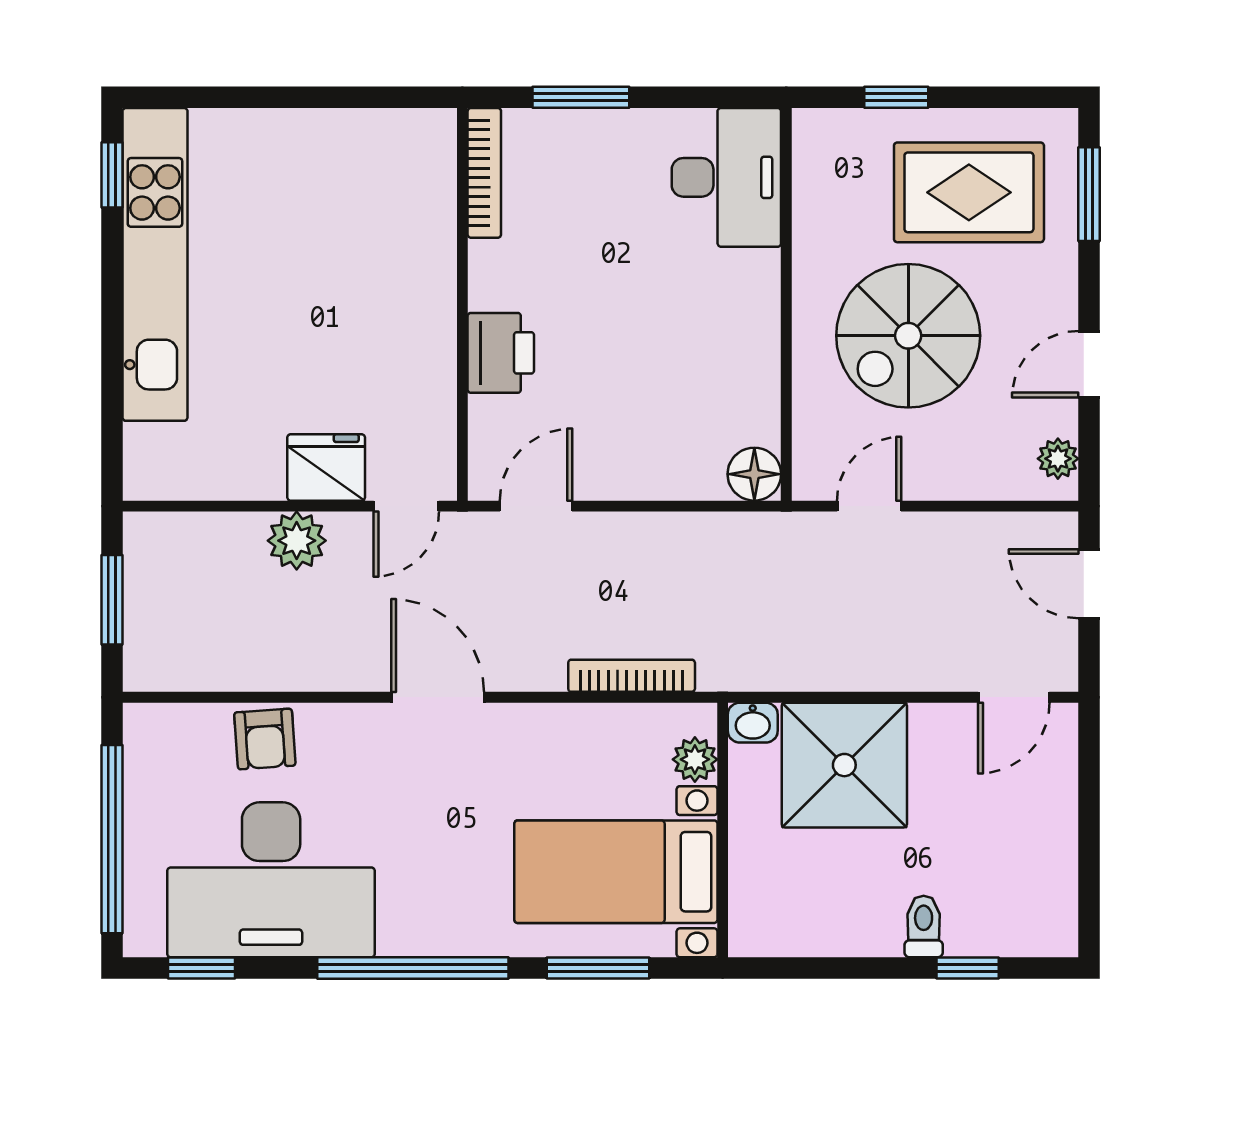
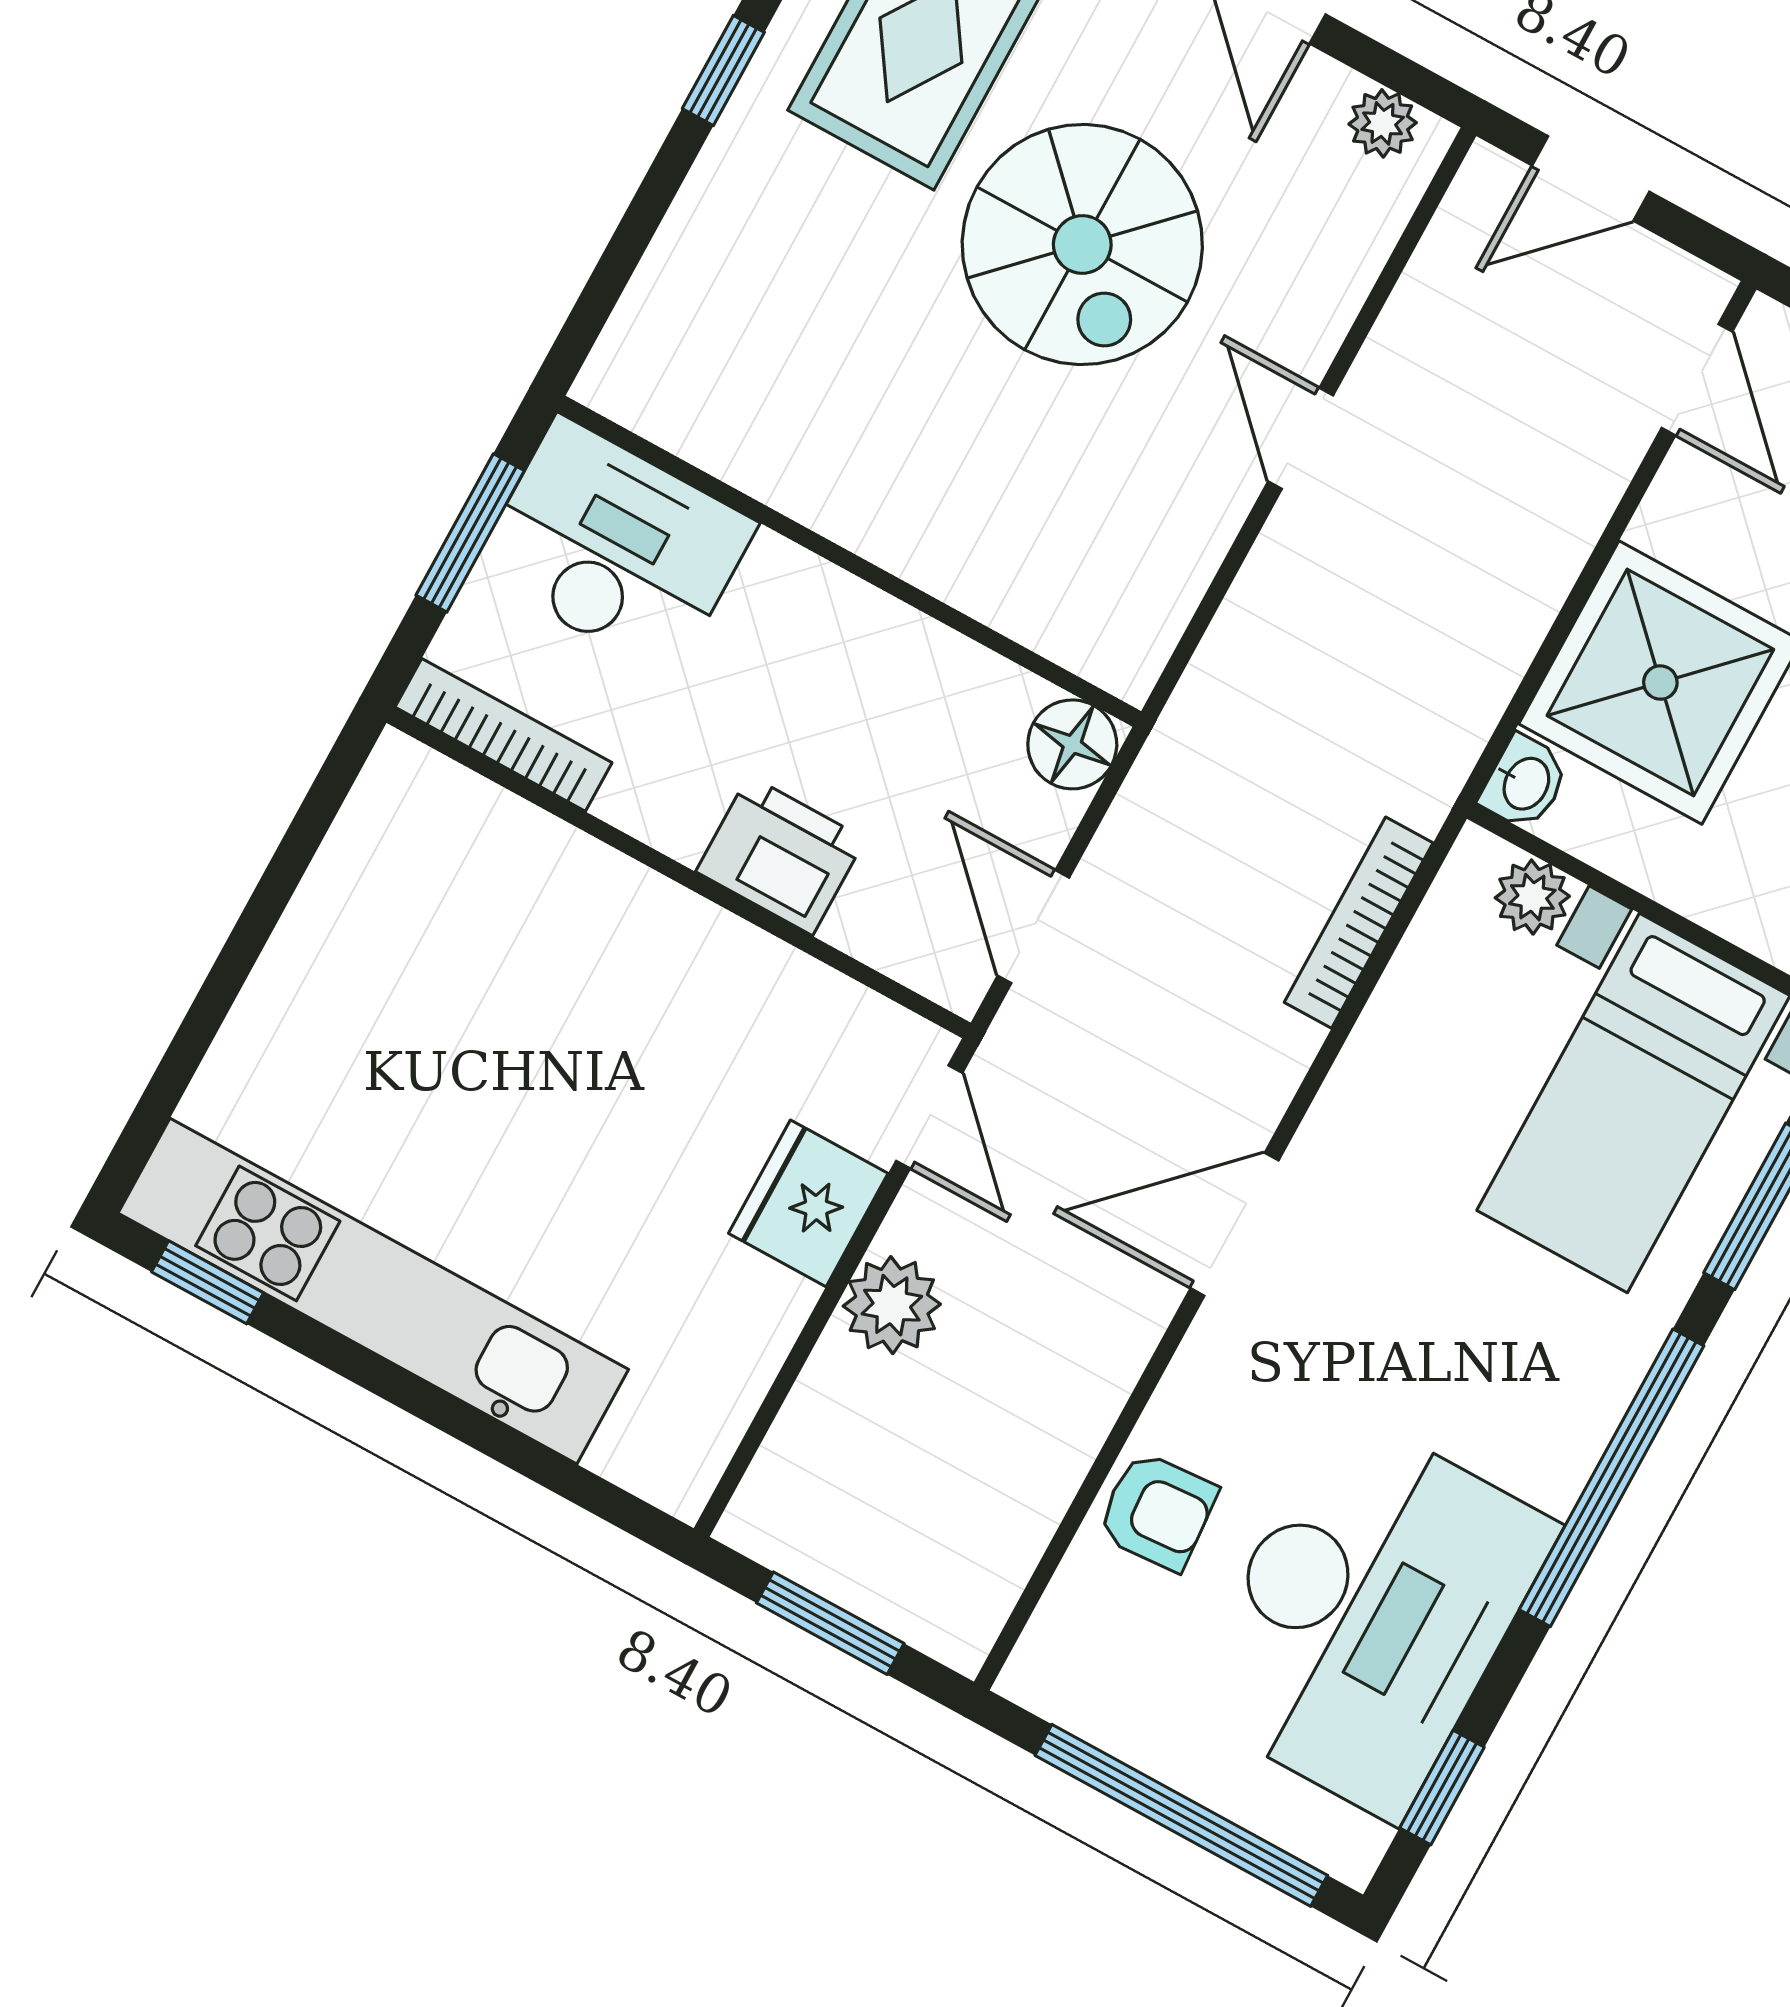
desk: (726, 177) -> (615, 547), moved
wall: (786, 304) -> (849, 561), moved
floor lamp: (754, 474) -> (1072, 744), moved

